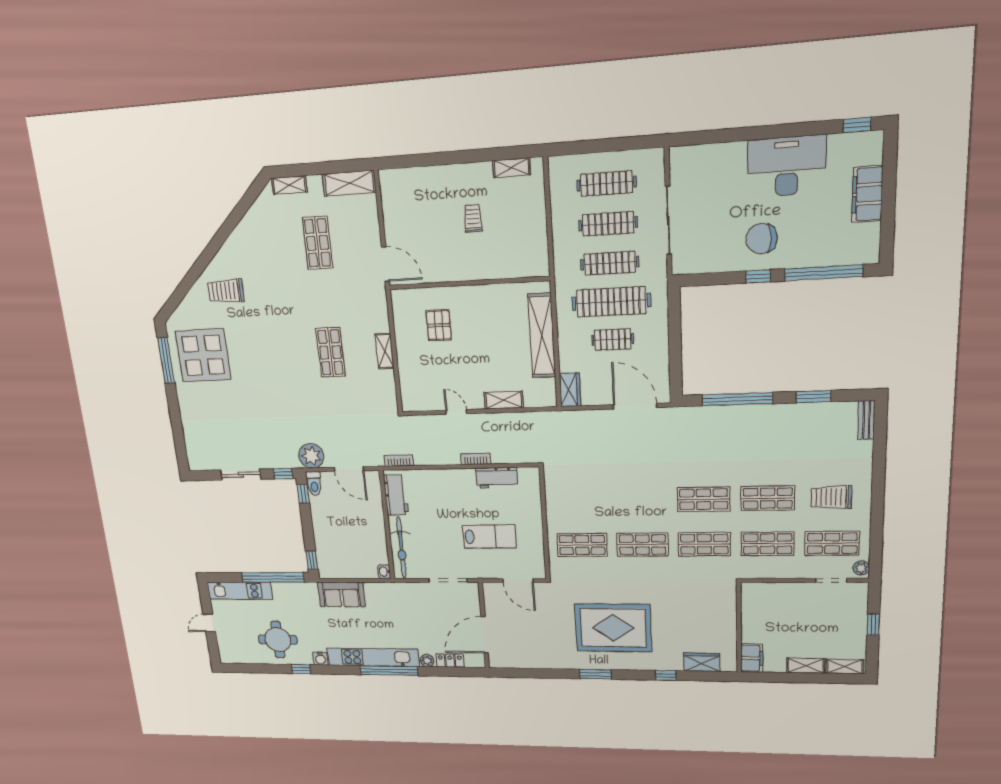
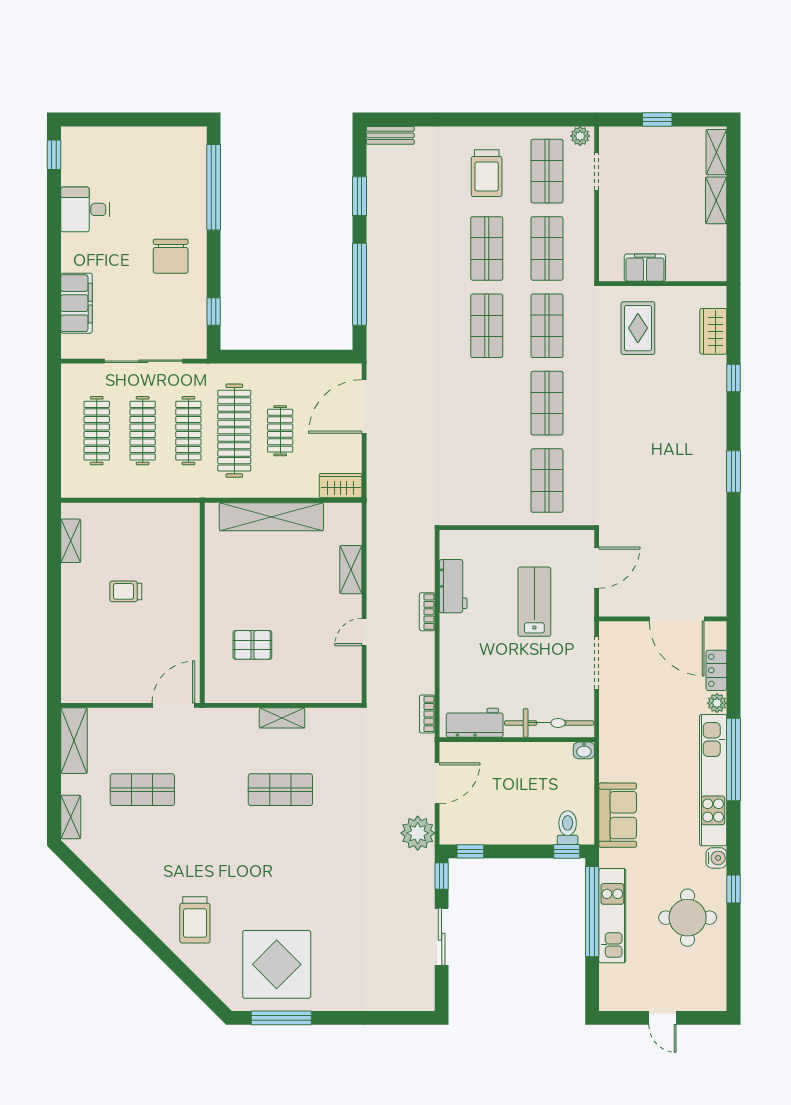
desk: (787, 166) -> (85, 209), width x0.53, depth x0.77
filing cabinet: (867, 194) -> (76, 303), moved, turned -90
window: (758, 276) -> (214, 311), moved
toilet: (314, 483) -> (568, 828), moved, turned -90
kitchen unit: (240, 591) -> (612, 916), moved
rug: (613, 628) -> (638, 328), moved, width x0.54, depth x0.49
filing cabinet: (752, 658) -> (645, 268), moved

